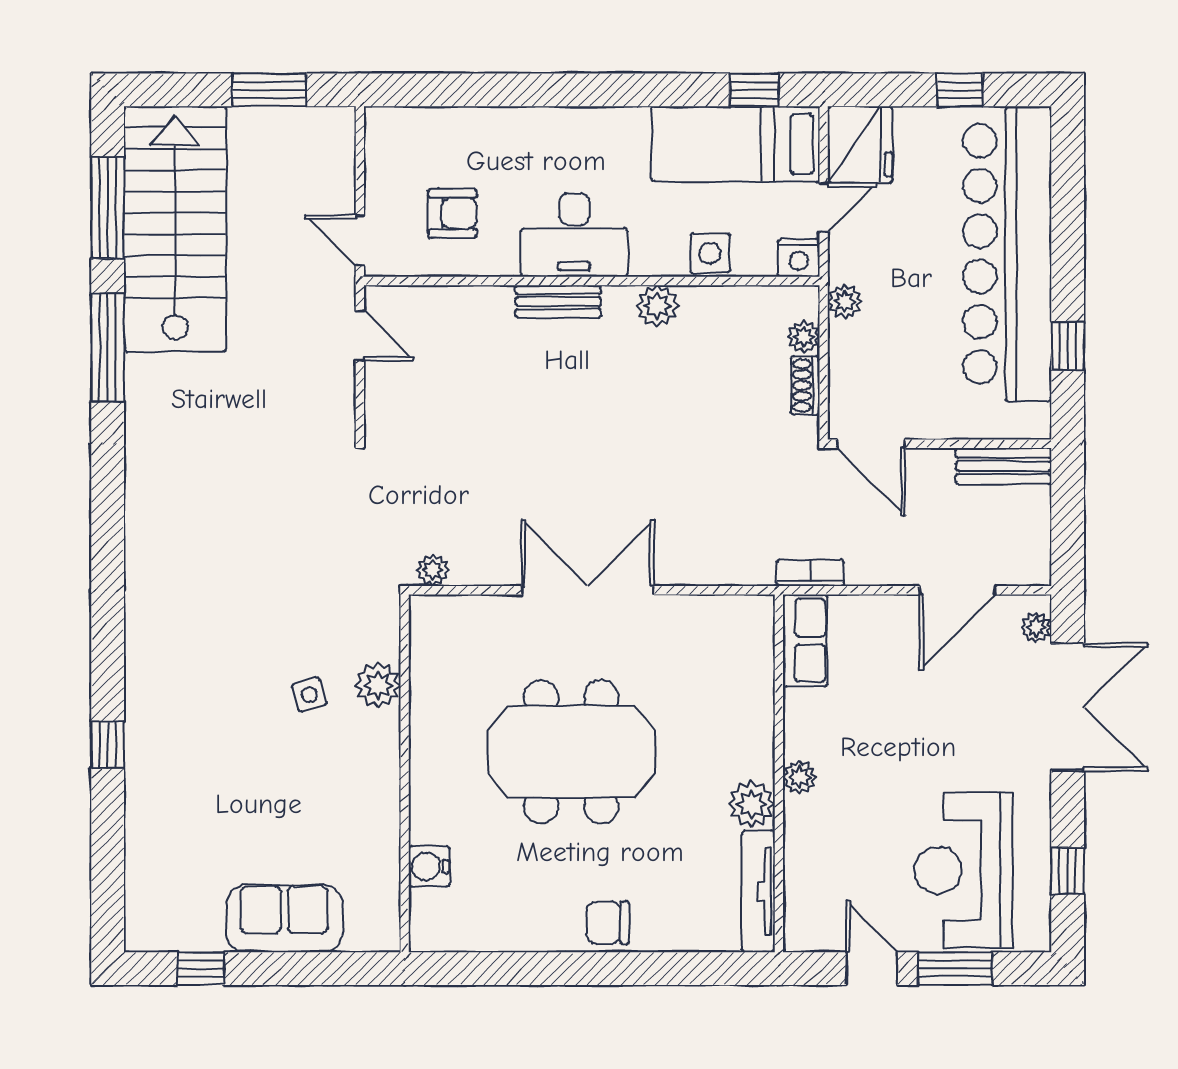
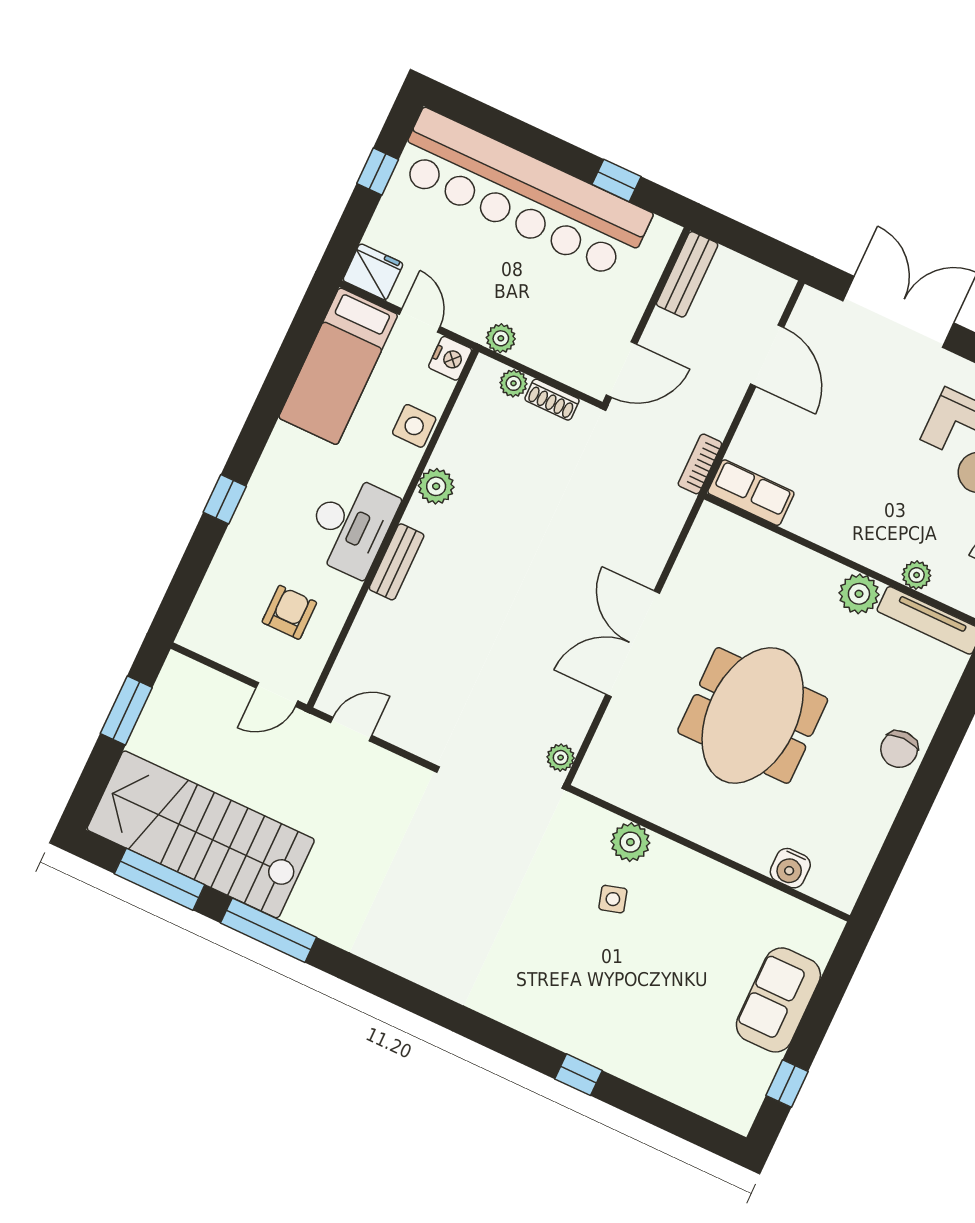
window: (754, 90) -> (225, 499), moved
fridge: (860, 144) -> (373, 272), width x0.73, depth x0.75
plant: (1036, 627) -> (825, 307), removed
plant: (800, 777) -> (917, 575), moved

